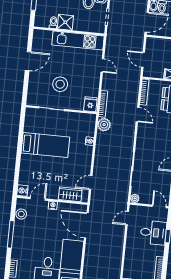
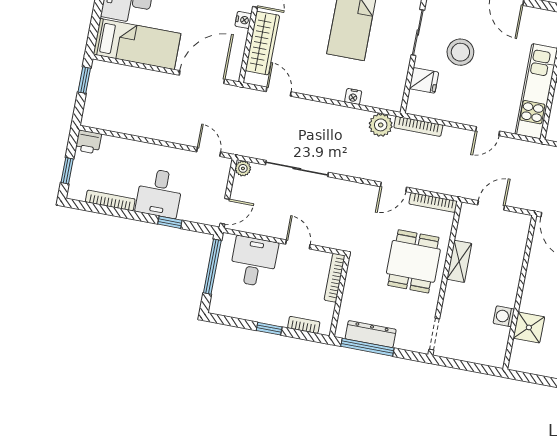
fridge: (90, 104) -> (424, 80), moved
wardrobe: (70, 194) -> (262, 43), width x1.50
desk: (153, 233) -> (159, 193), moved

